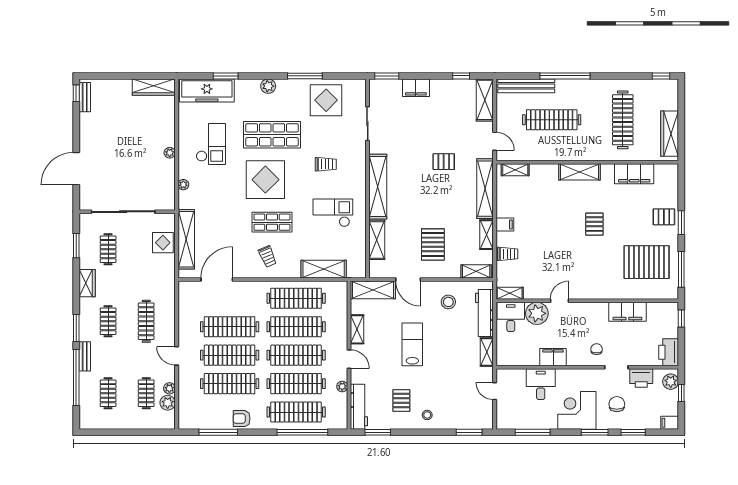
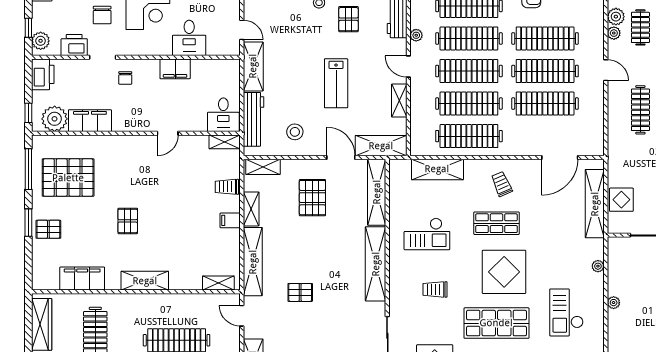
shelving: (377, 240) -> (377, 192), width x1.47
plant: (537, 313) -> (55, 119), moved
shelving: (487, 352) -> (253, 66), width x1.50, depth x1.33

